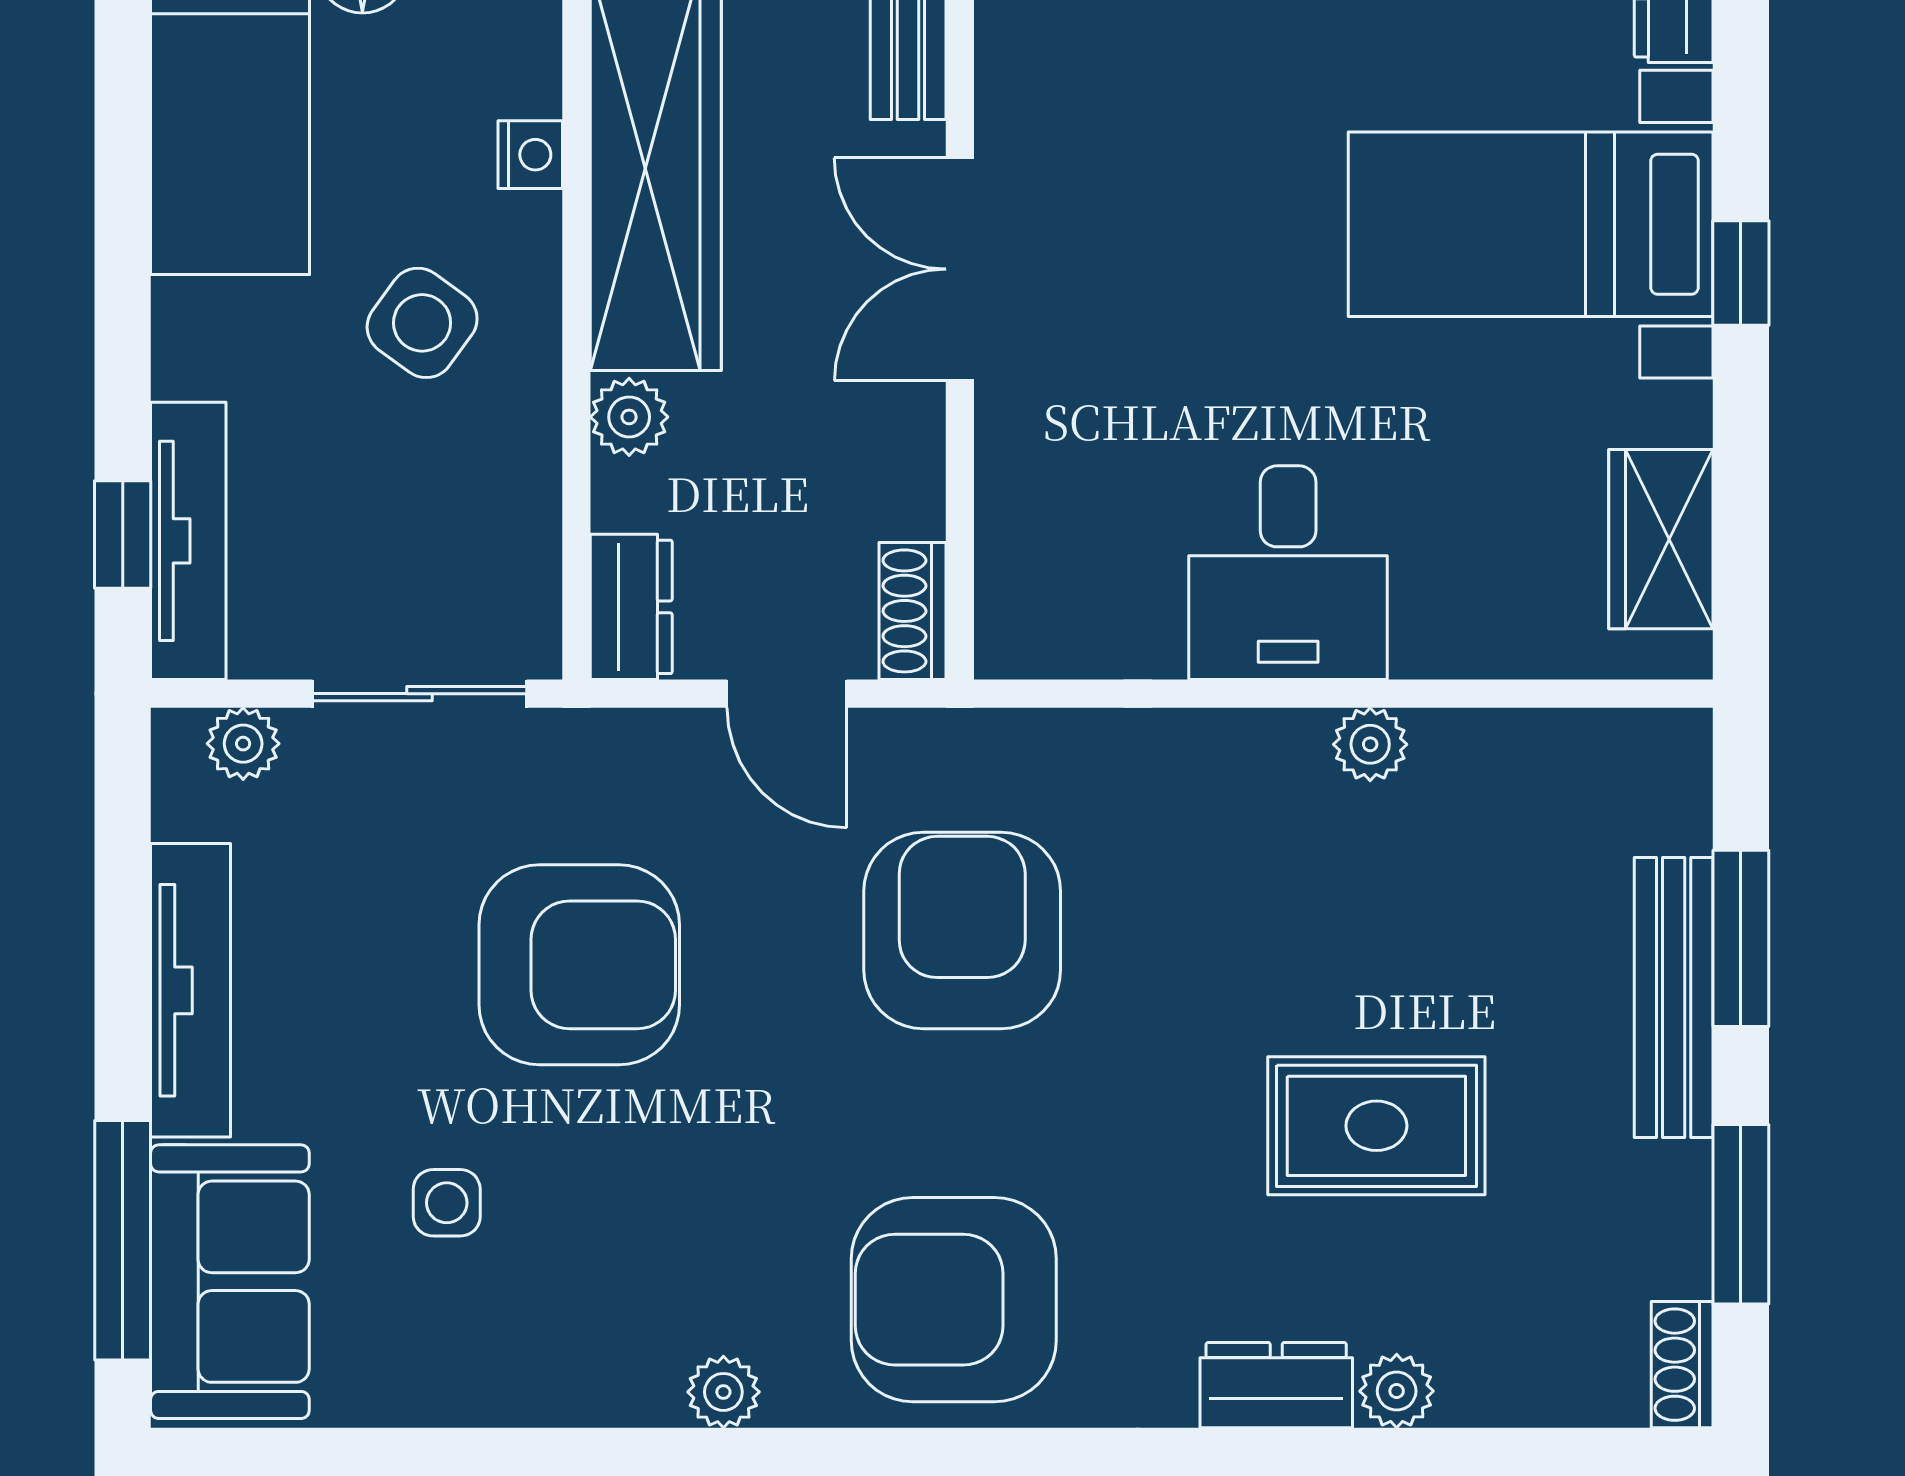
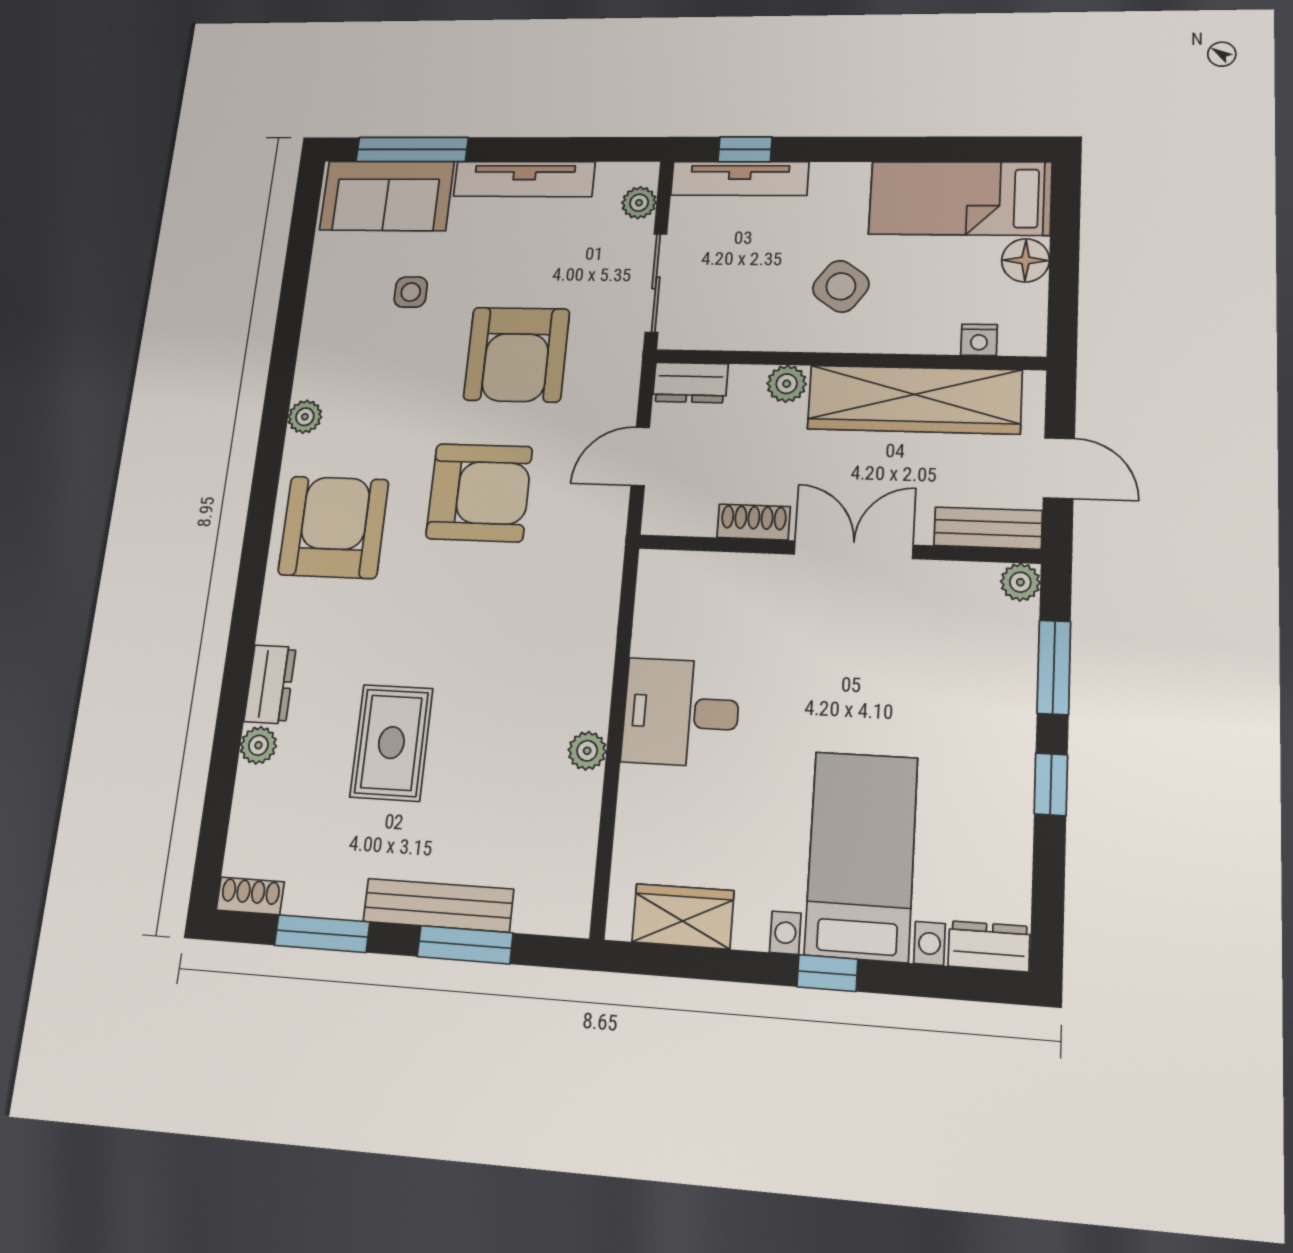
nightstand: (530, 155) -> (979, 340), moved
shoe rack: (912, 611) -> (754, 522), moved
armchair: (962, 930) -> (479, 493), moved

